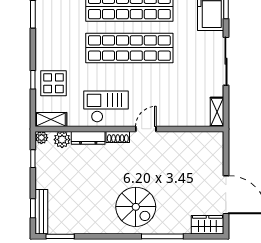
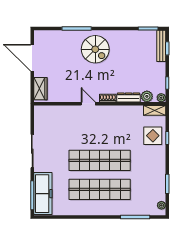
checkout: (106, 107) -> (116, 119), removed
shelving: (217, 112) -> (38, 116), removed
door: (146, 129) -> (88, 104), swing flipped
spiral stairs: (136, 207) -> (95, 49), turned 180
wardrobe: (207, 225) -> (40, 89), moved, turned -90

